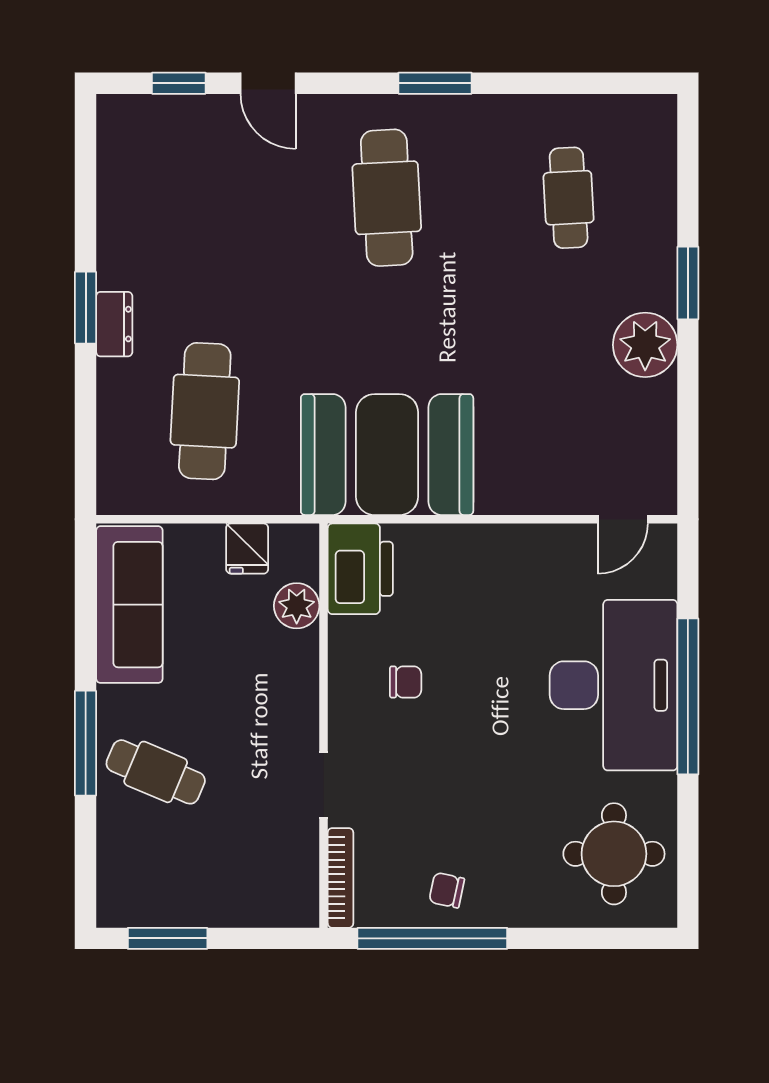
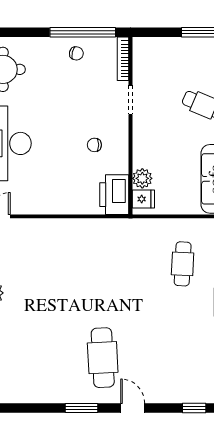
door: (268, 83) -> (133, 408), moved
cafe table: (569, 198) -> (23, 358), removed
cafe table: (205, 411) -> (183, 264), width x0.73, depth x0.74
booth: (387, 455) -> (103, 245), removed
fridge: (247, 549) -> (143, 199), moved, turned 90

